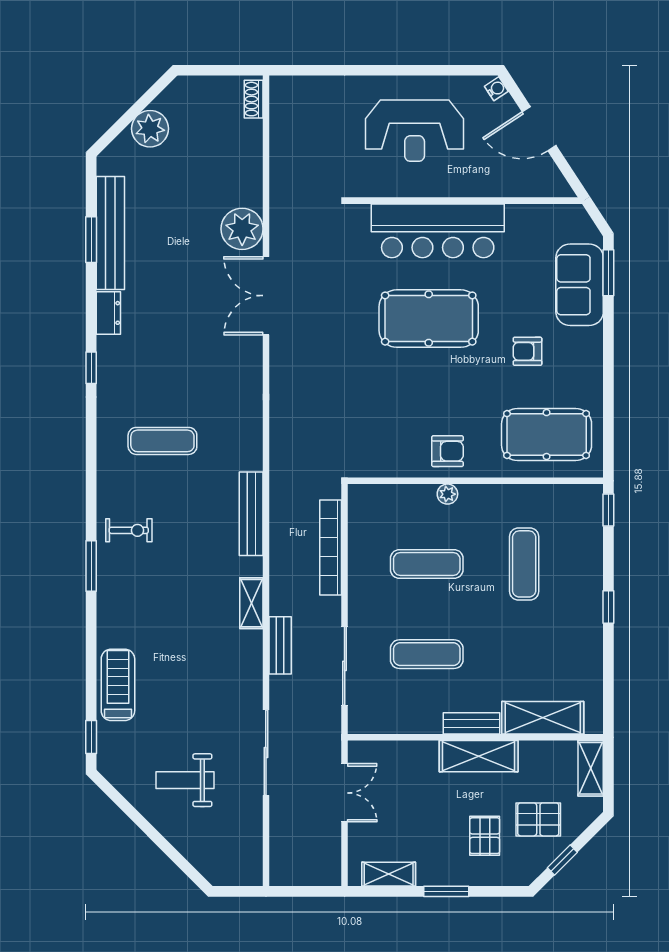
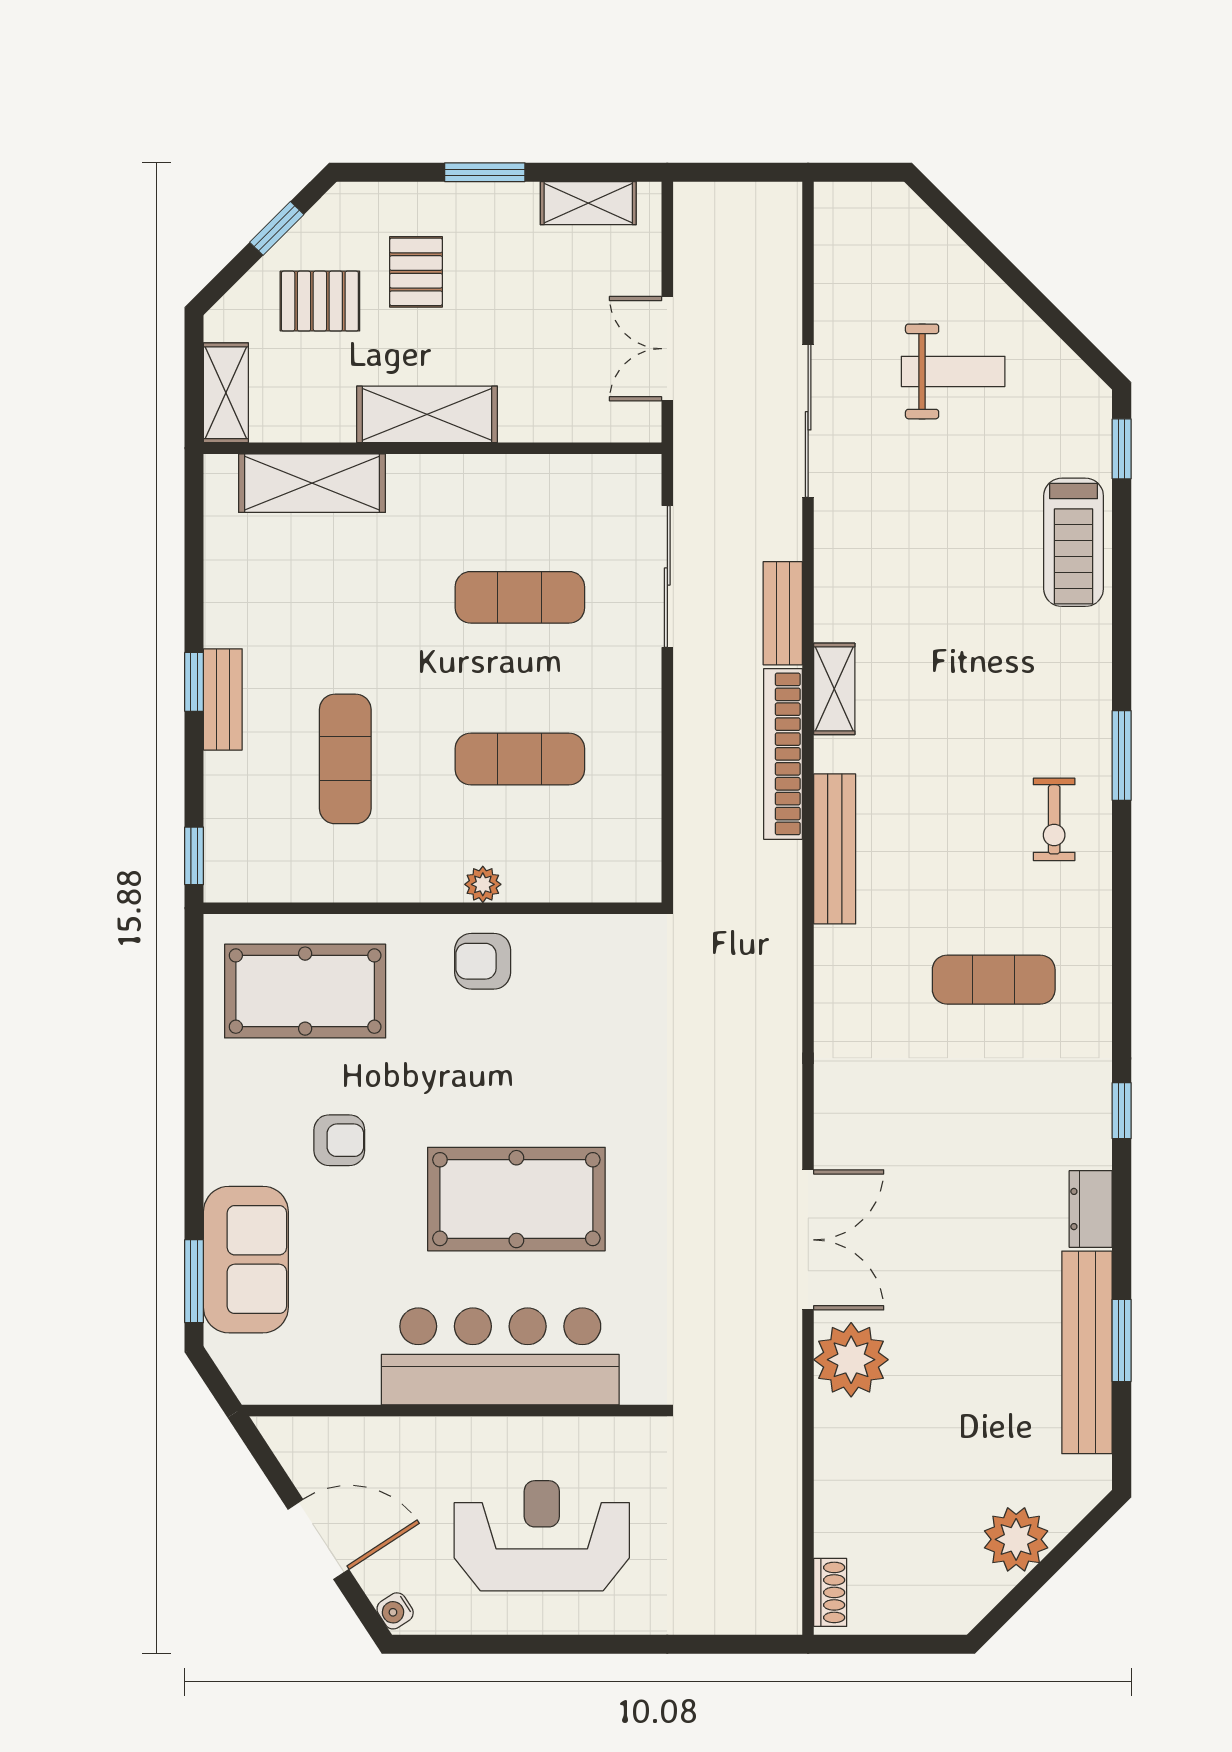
exercise bike: (129, 530) -> (1054, 819), turned -90
bookcase: (331, 547) -> (783, 754), moved, turned 180
bench: (471, 723) -> (223, 699), moved, turned 90

